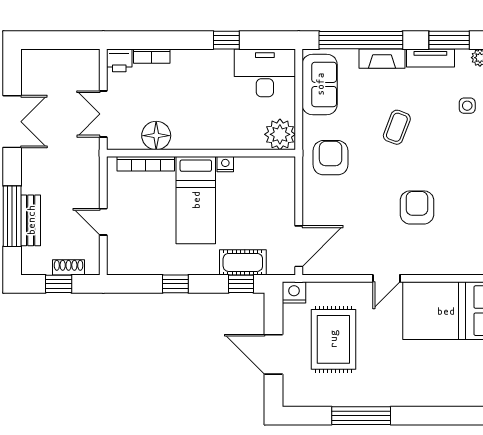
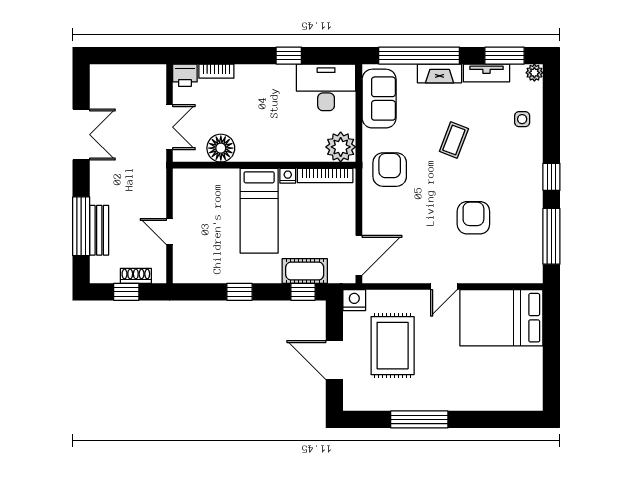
double door: (103, 114) -> (169, 127), swing flipped
bookcase: (146, 164) -> (325, 175), moved

